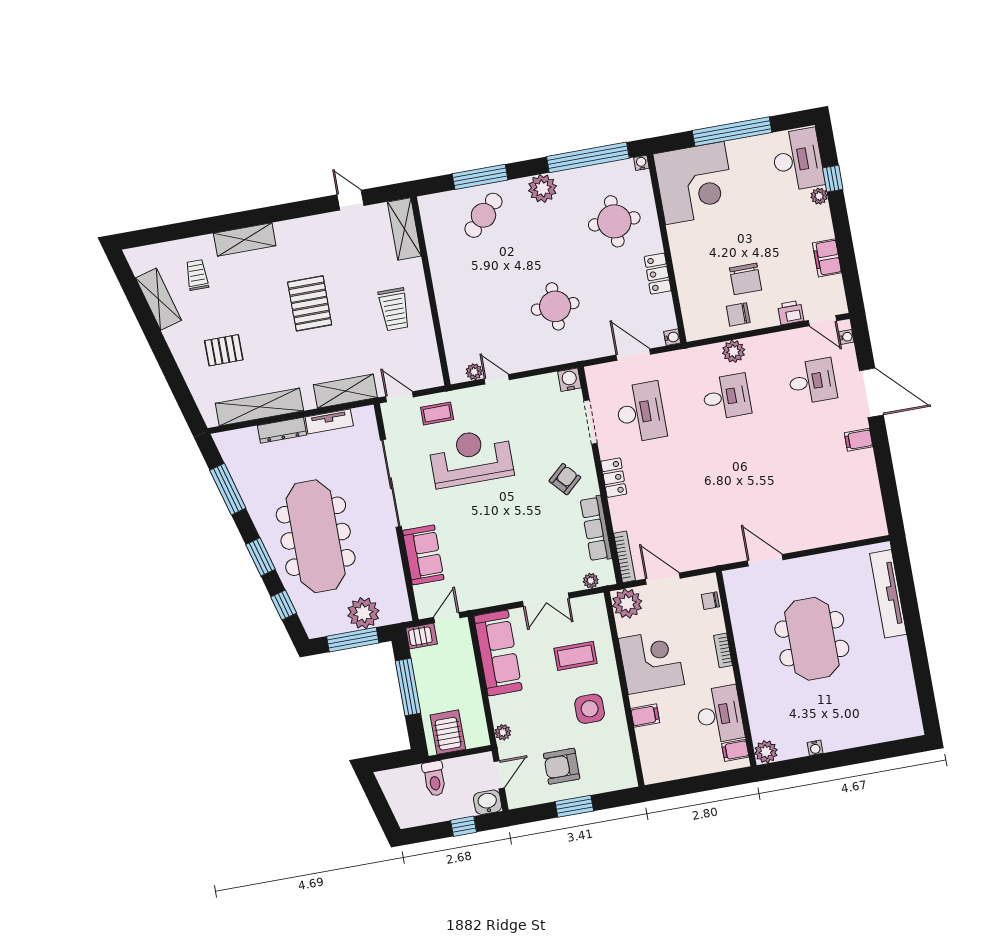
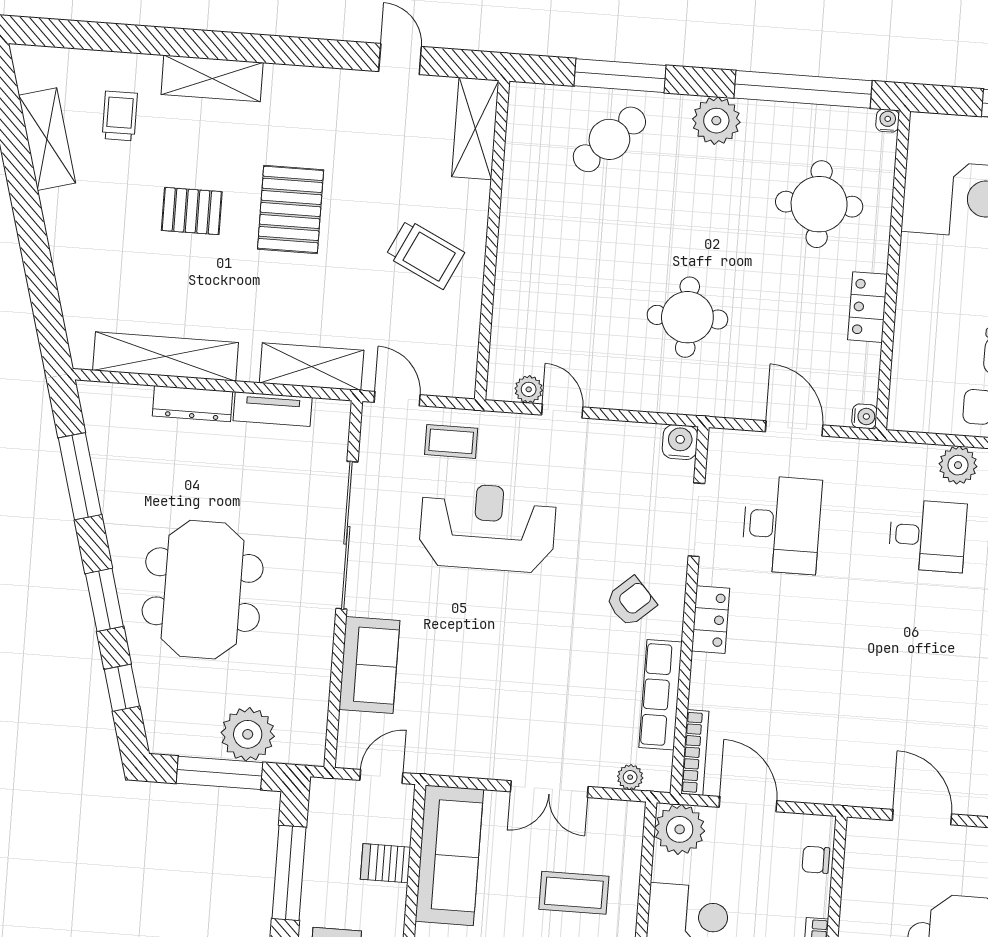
trolley: (394, 309) -> (425, 254), turned -64
pallet: (224, 350) -> (192, 211), moved
meeting table: (316, 536) -> (203, 590), width x0.73
server rack: (421, 636) -> (385, 863), moved, turned 180

